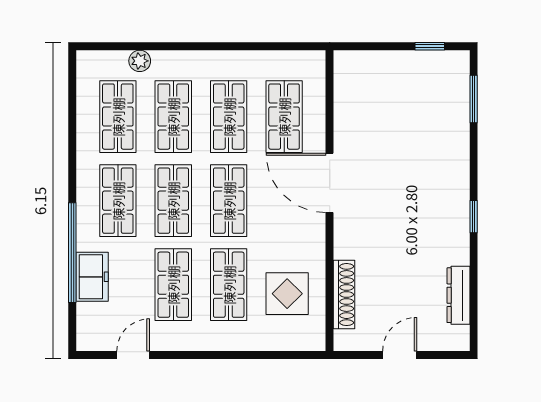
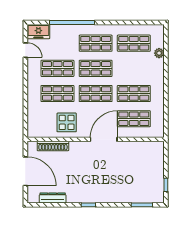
shop shelf: (173, 117) -> (134, 68), removed
freezer: (92, 277) -> (38, 32), moved
display table: (287, 294) -> (67, 122), moved
door: (400, 355) -> (25, 171), width x1.88

